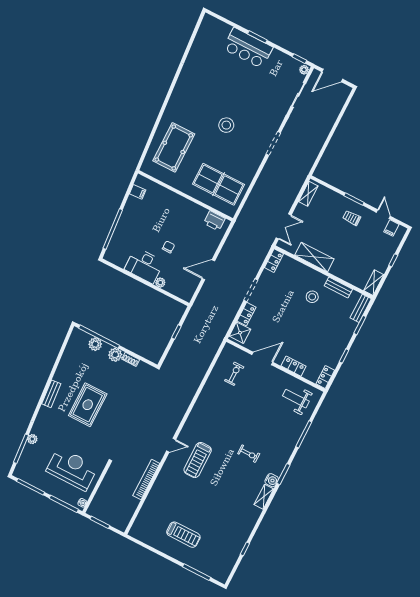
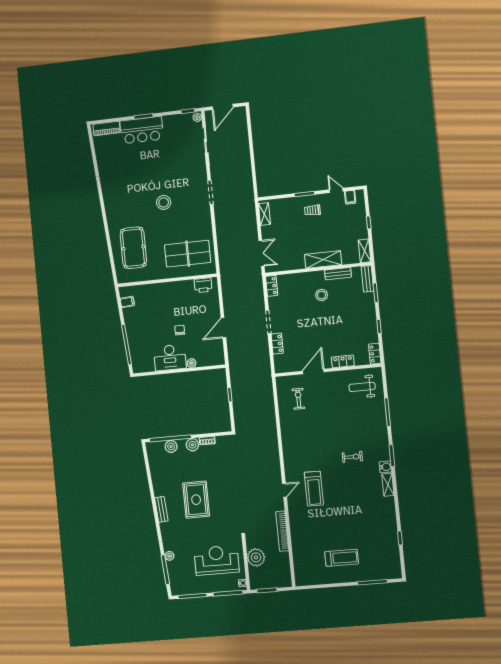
piano: (218, 26) -> (106, 128), added
shelving: (314, 257) -> (323, 260), moved
shower: (240, 333) -> (282, 362), removed
plant: (109, 488) -> (256, 557), added

